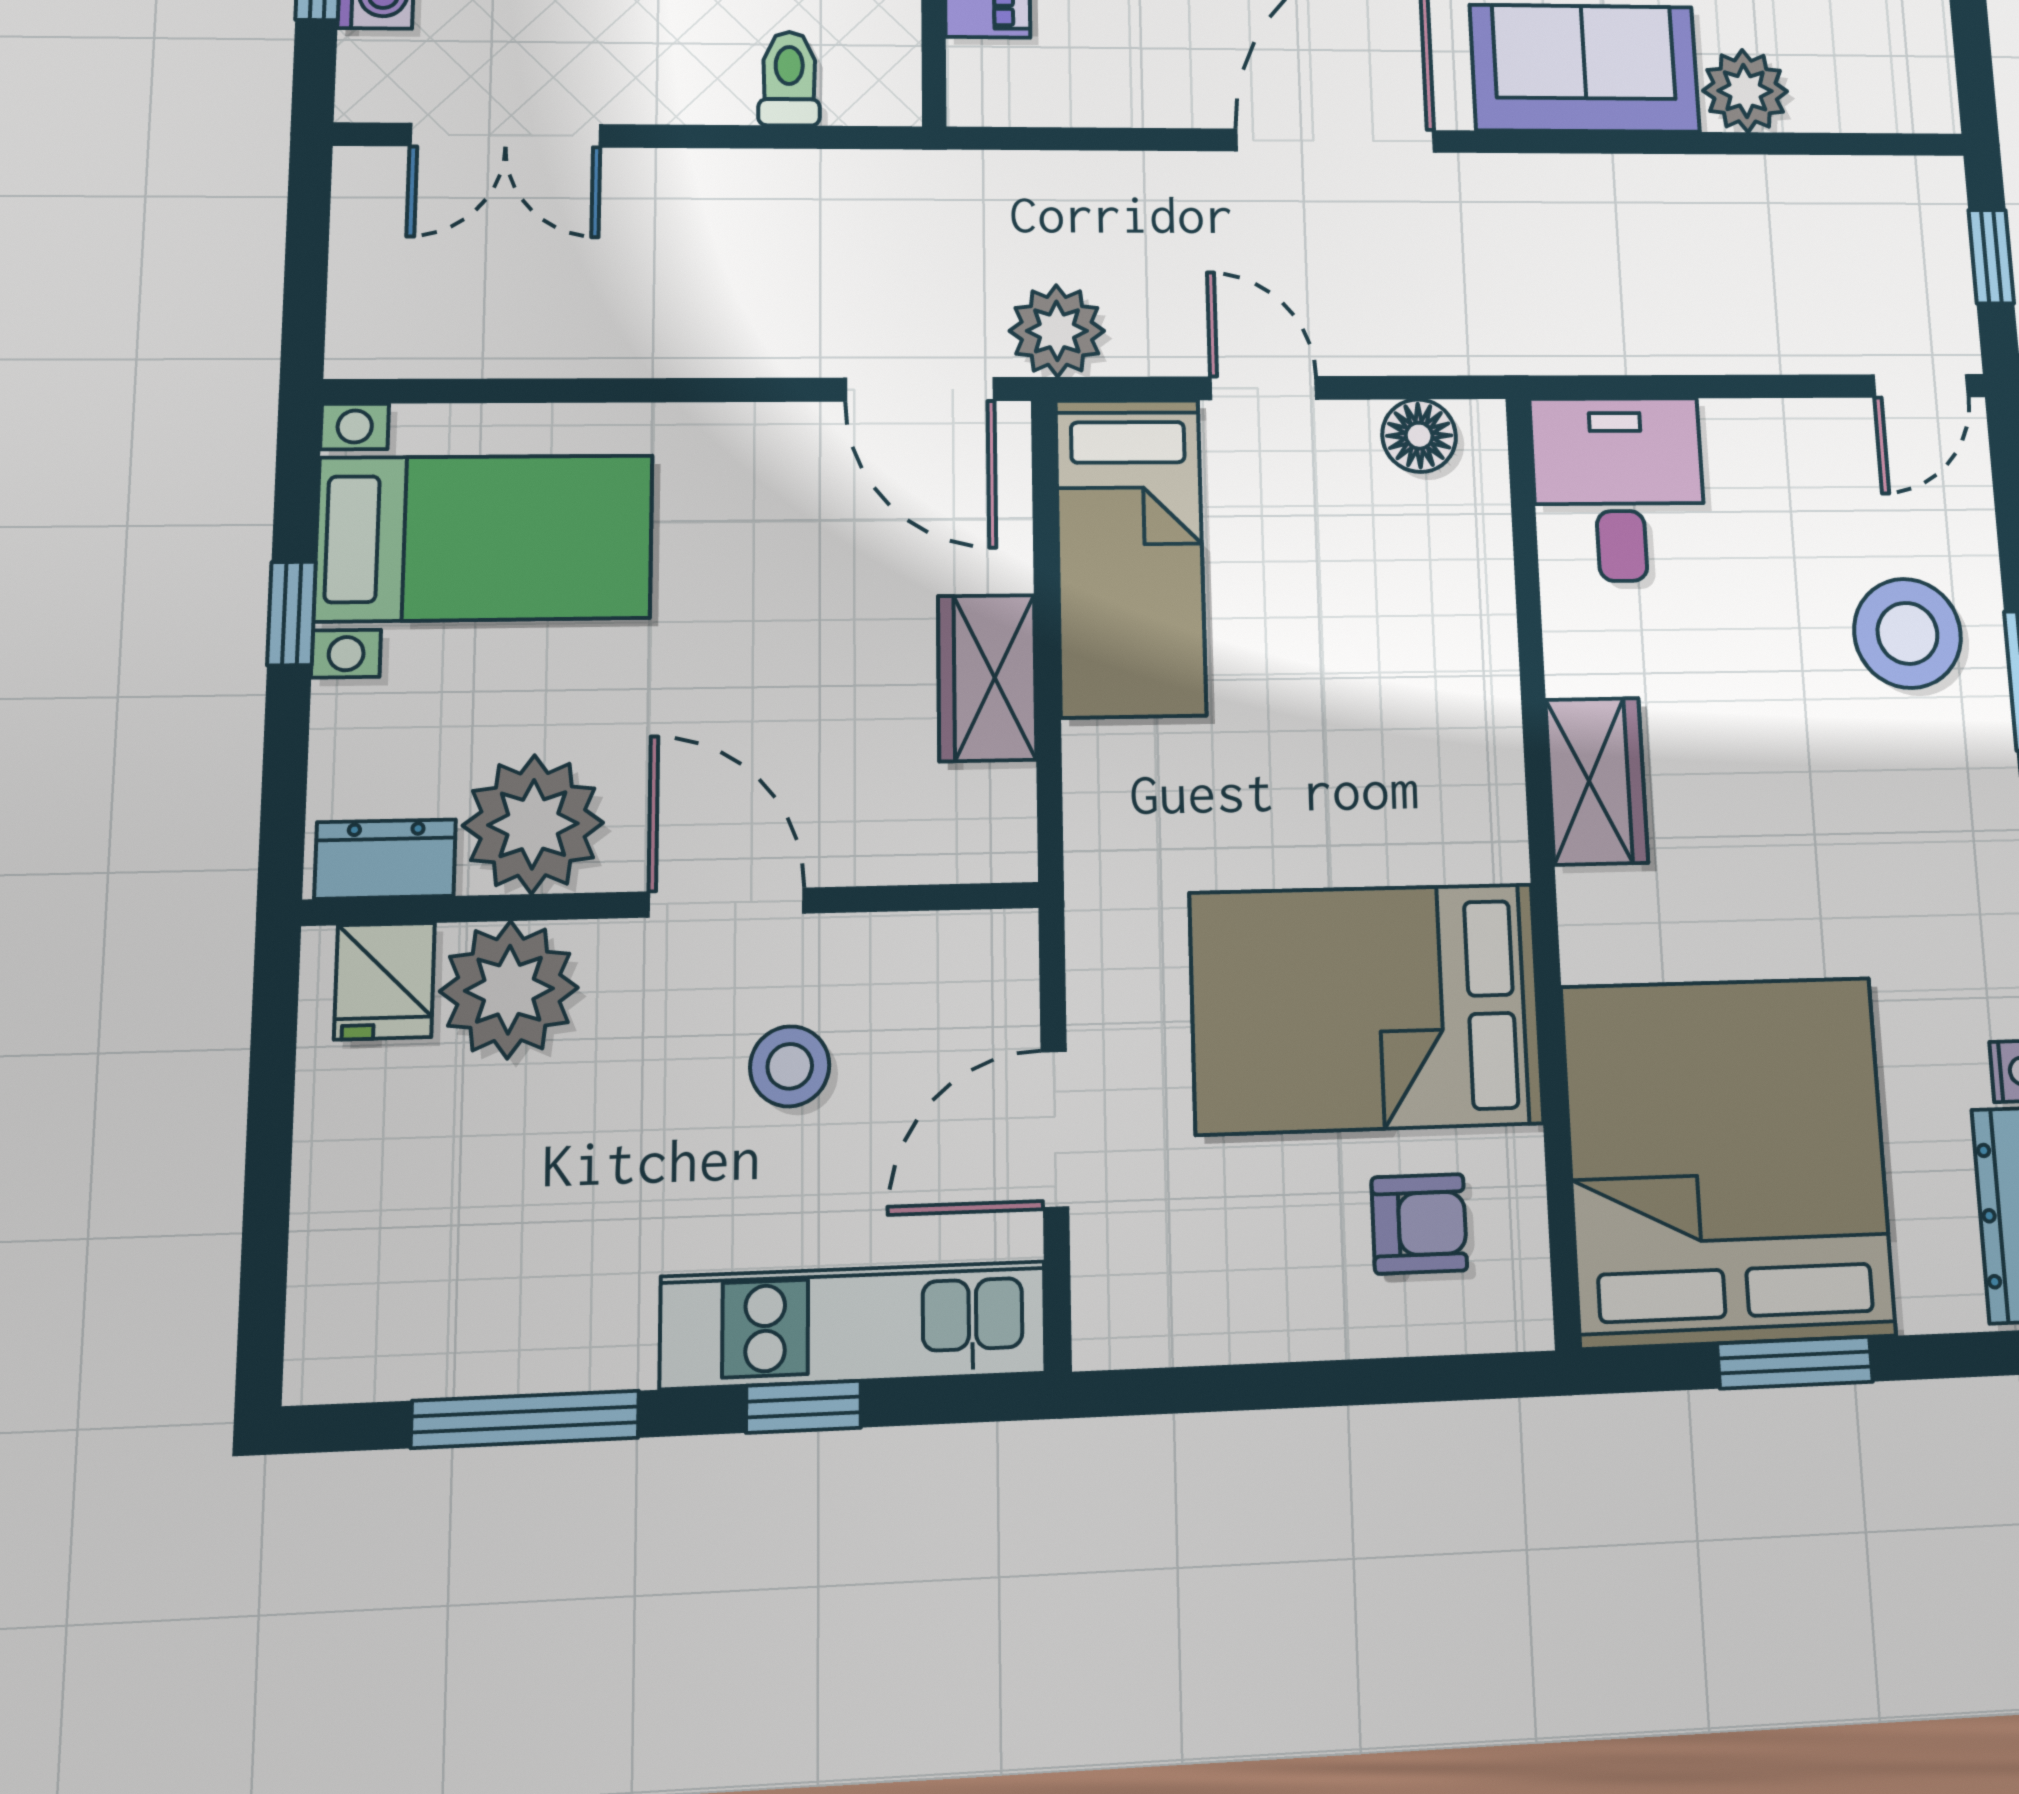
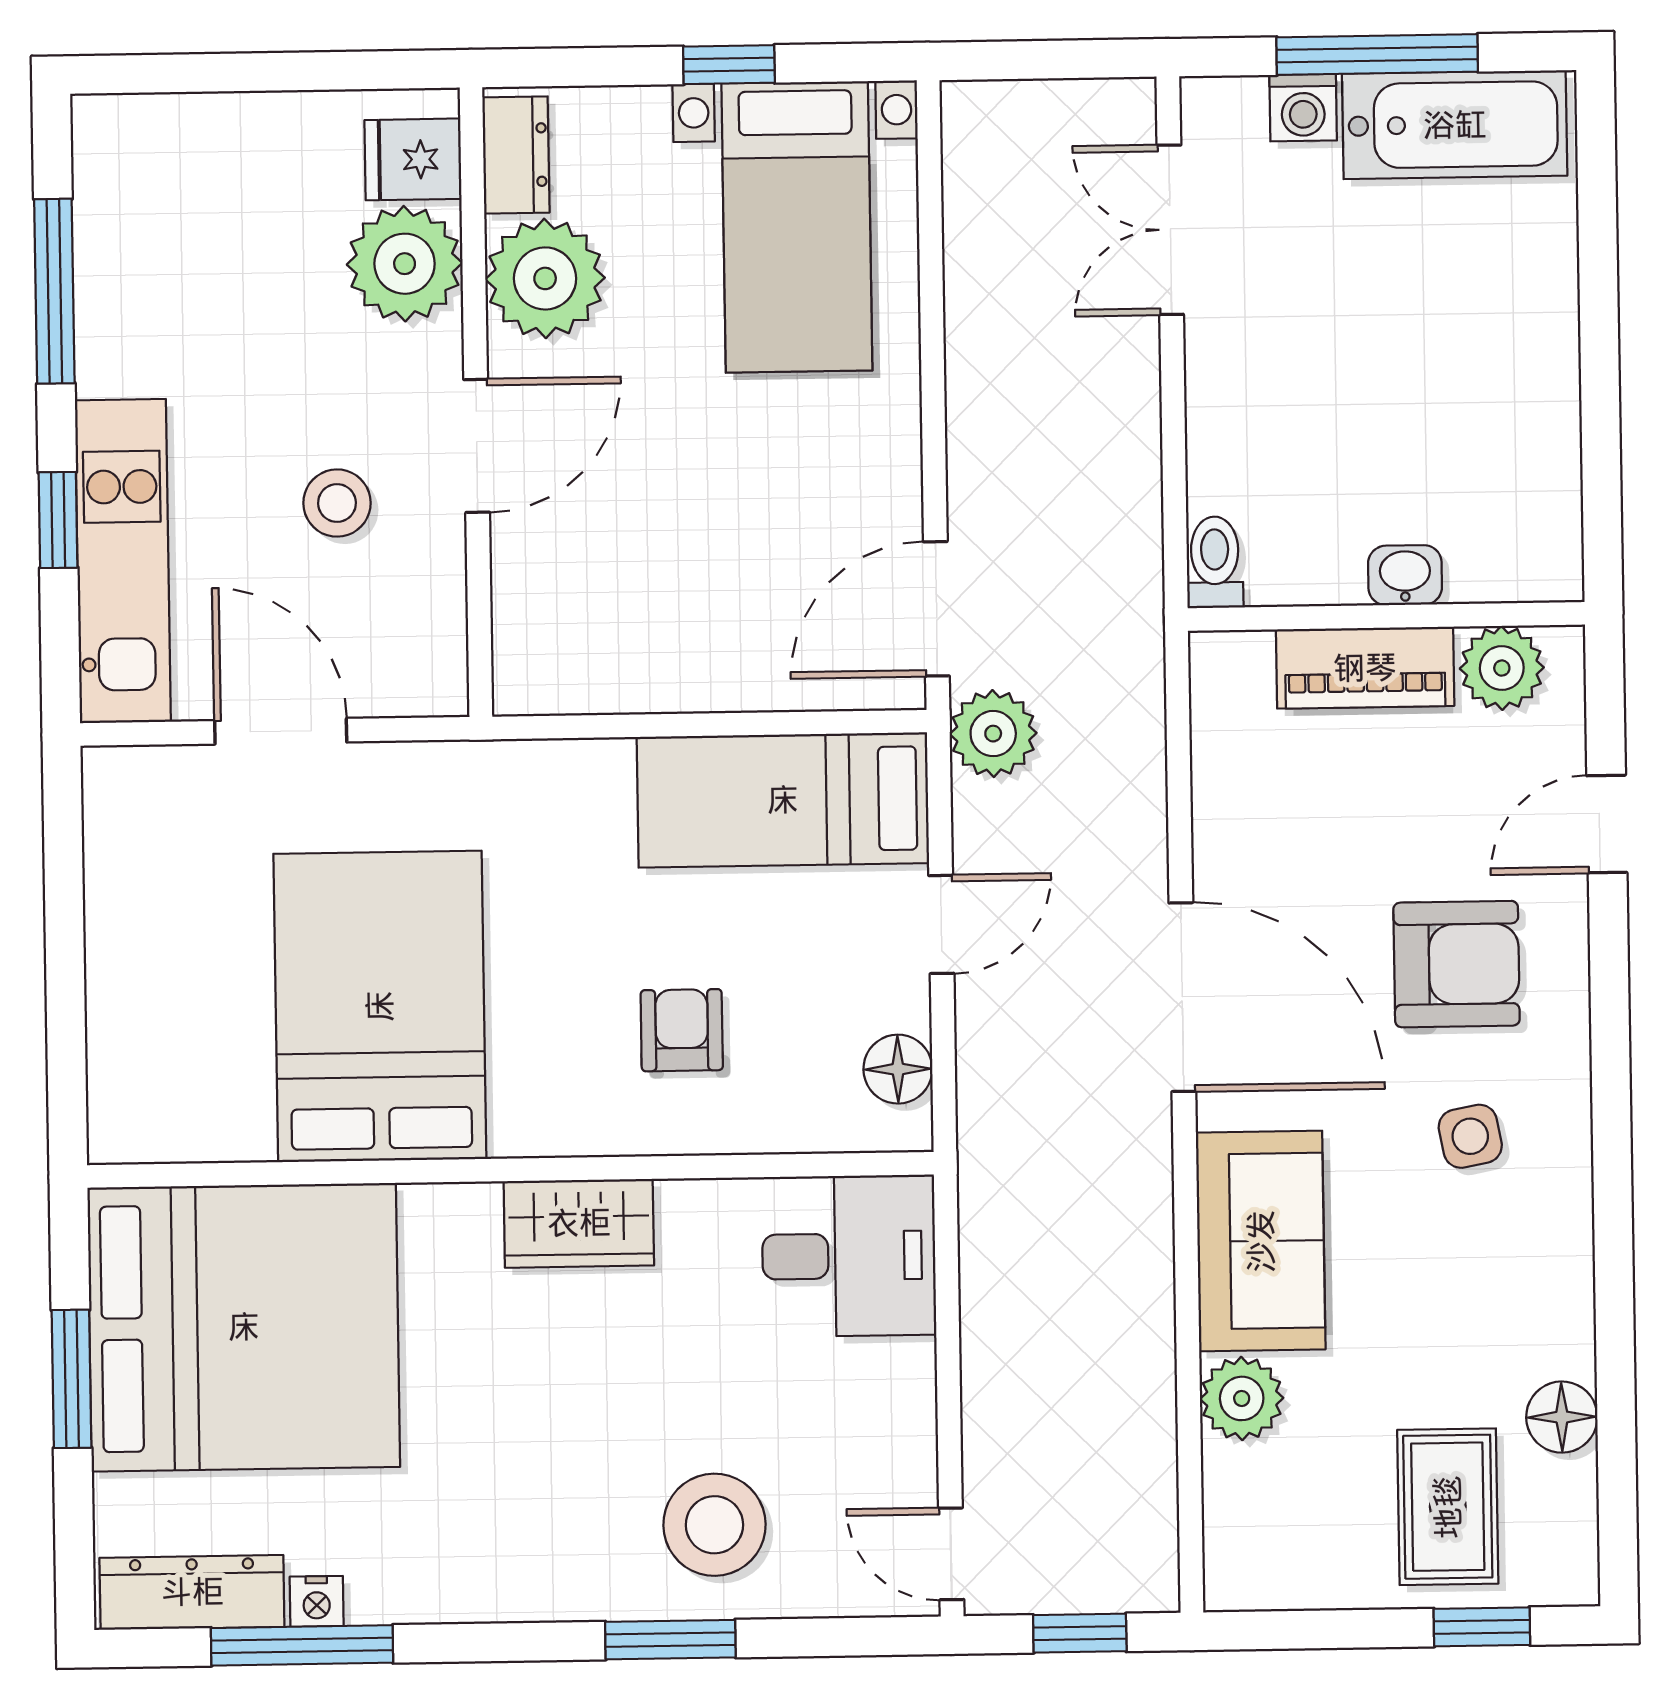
toilet: (789, 79) -> (1215, 562), moved, turned -90
wardrobe: (987, 678) -> (673, 671), removed
armchair: (1419, 1224) -> (682, 1030), moved, turned 180

